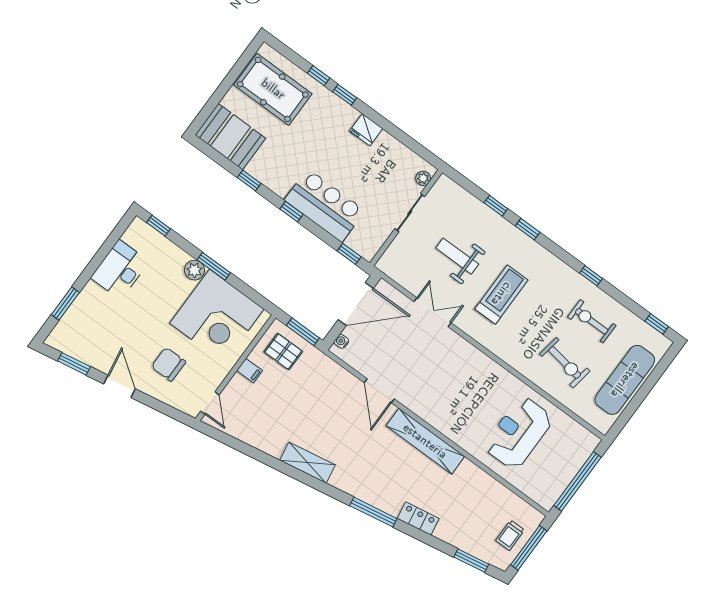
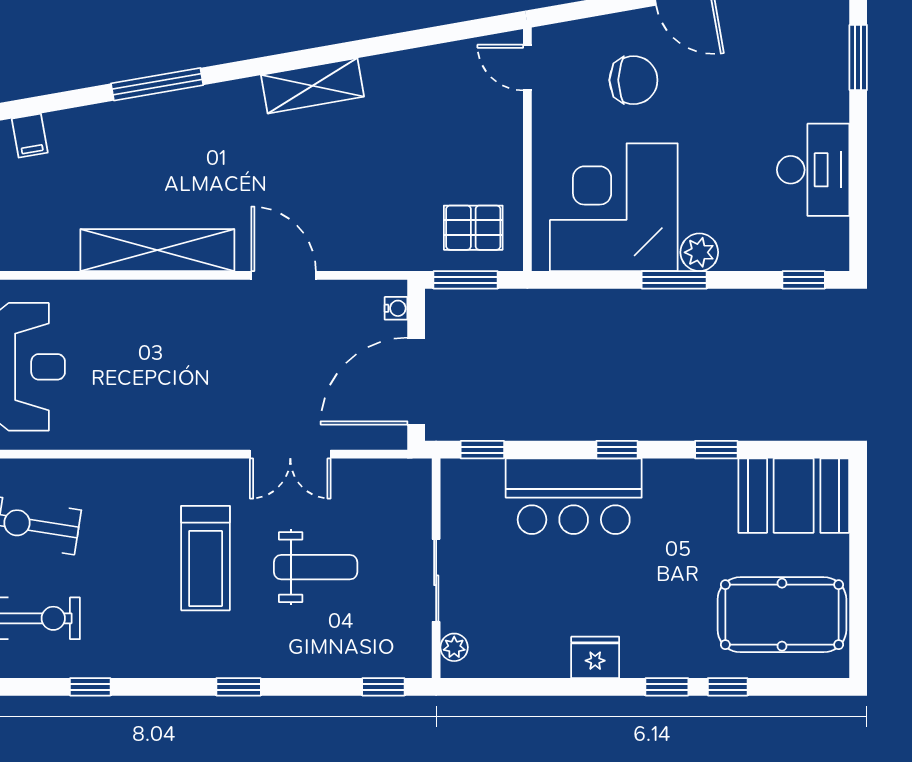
window: (496, 206) -> (383, 687), moved
filing cabinet: (250, 371) -> (30, 136), moved, turned -100
locker: (418, 519) -> (82, 125), removed

